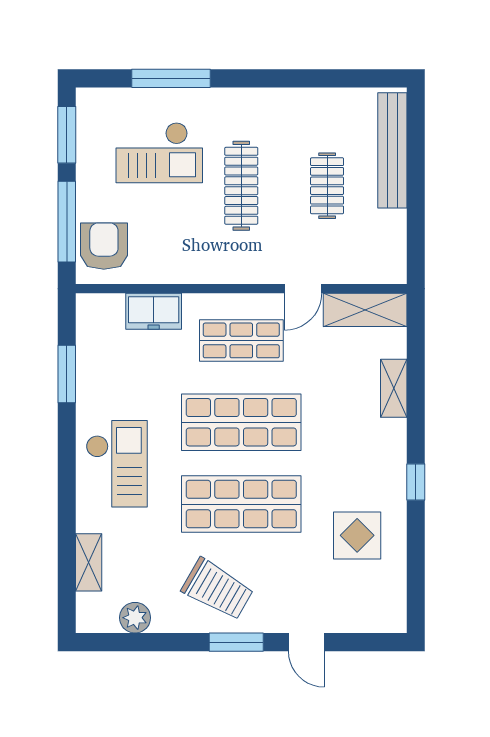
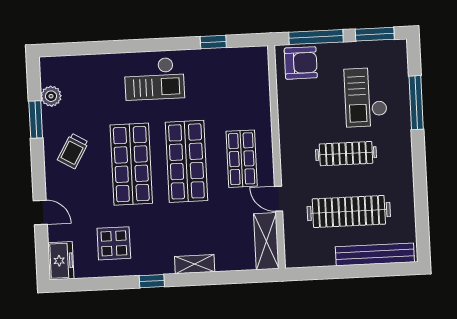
clothes rail: (327, 186) -> (349, 212), width x1.86, depth x1.31
freezer: (154, 311) -> (61, 261), moved, turned 180
window: (67, 374) -> (213, 42), width x0.67
shelving: (394, 388) -> (195, 264), moved
shelving: (89, 562) -> (87, 63), removed
trolley: (218, 589) -> (73, 151), width x0.73, depth x0.72
window: (236, 642) -> (36, 120), moved
door: (306, 642) -> (40, 213), swing flipped

